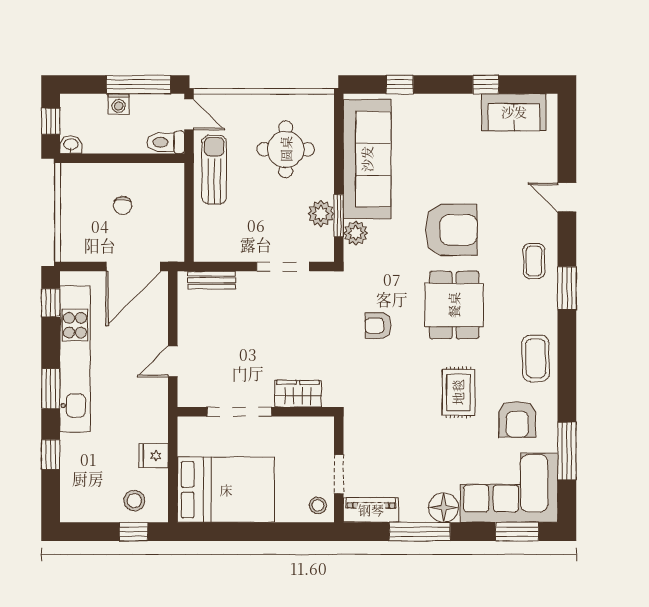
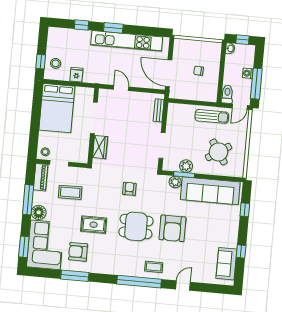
round table: (286, 149) -> (219, 152), turned -33
window: (567, 288) -> (139, 282), width x2.11
window: (51, 303) -> (155, 32), removed
coffee table: (536, 358) -> (70, 192), moved
window: (567, 451) -> (75, 276), moved

